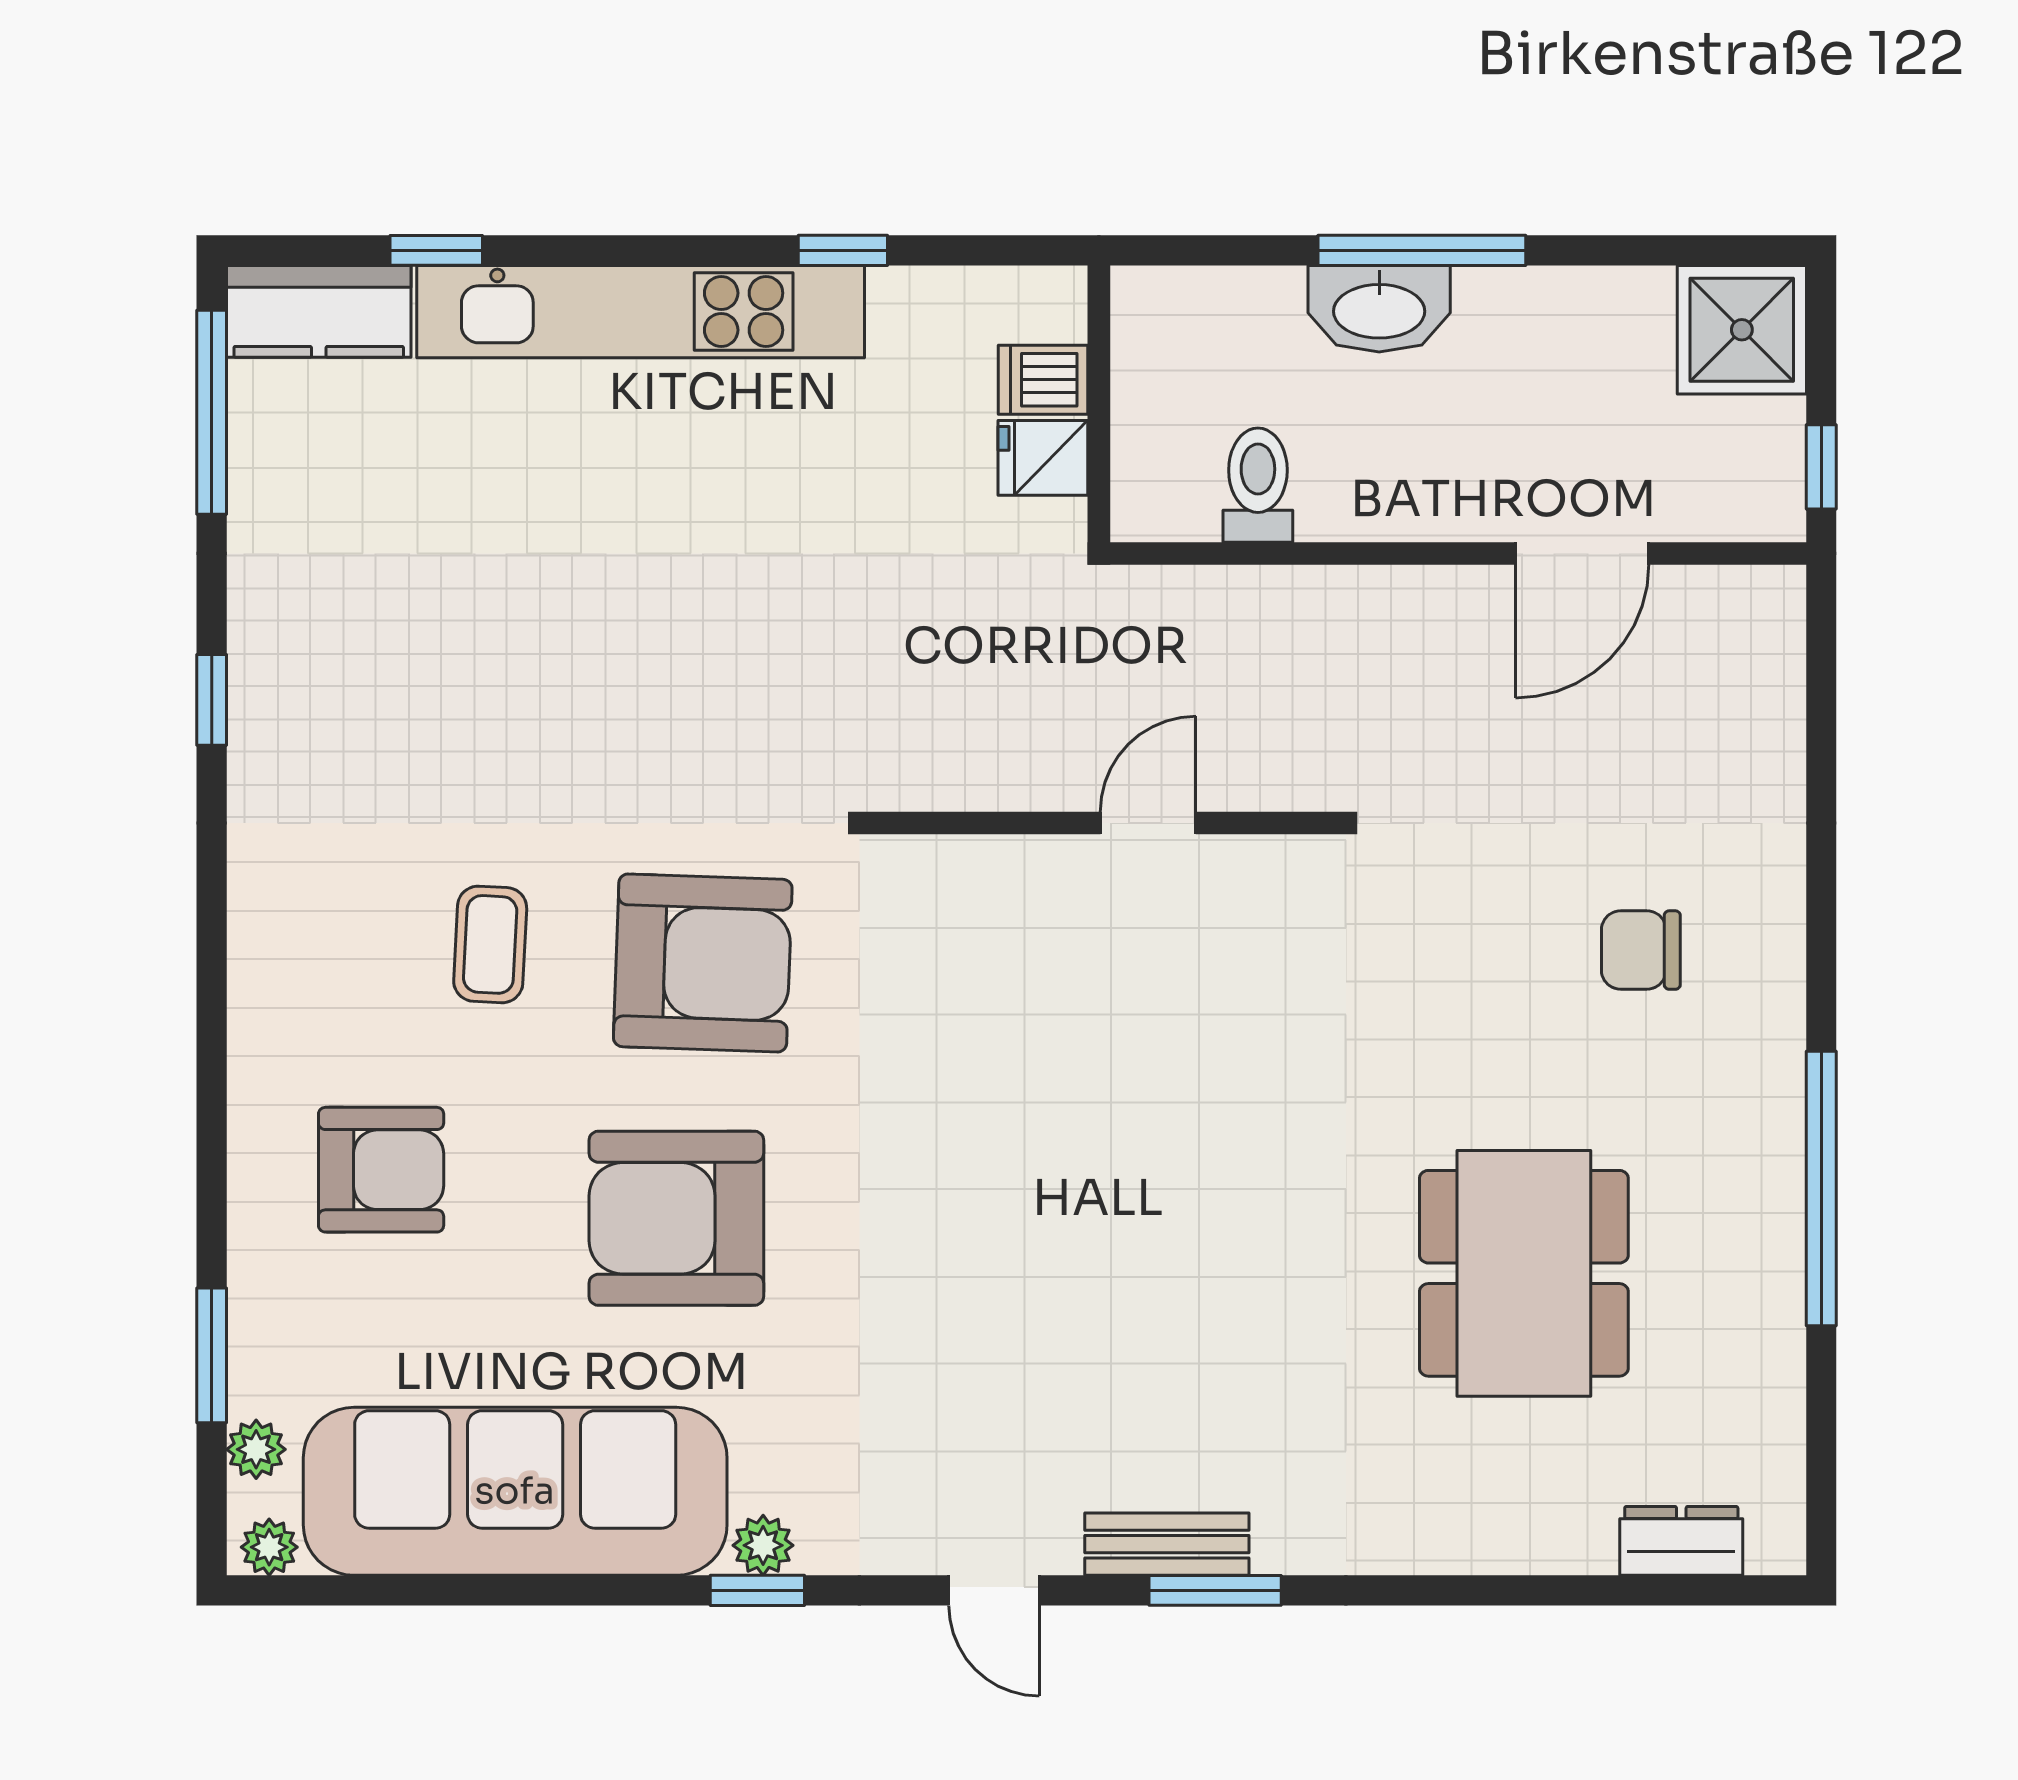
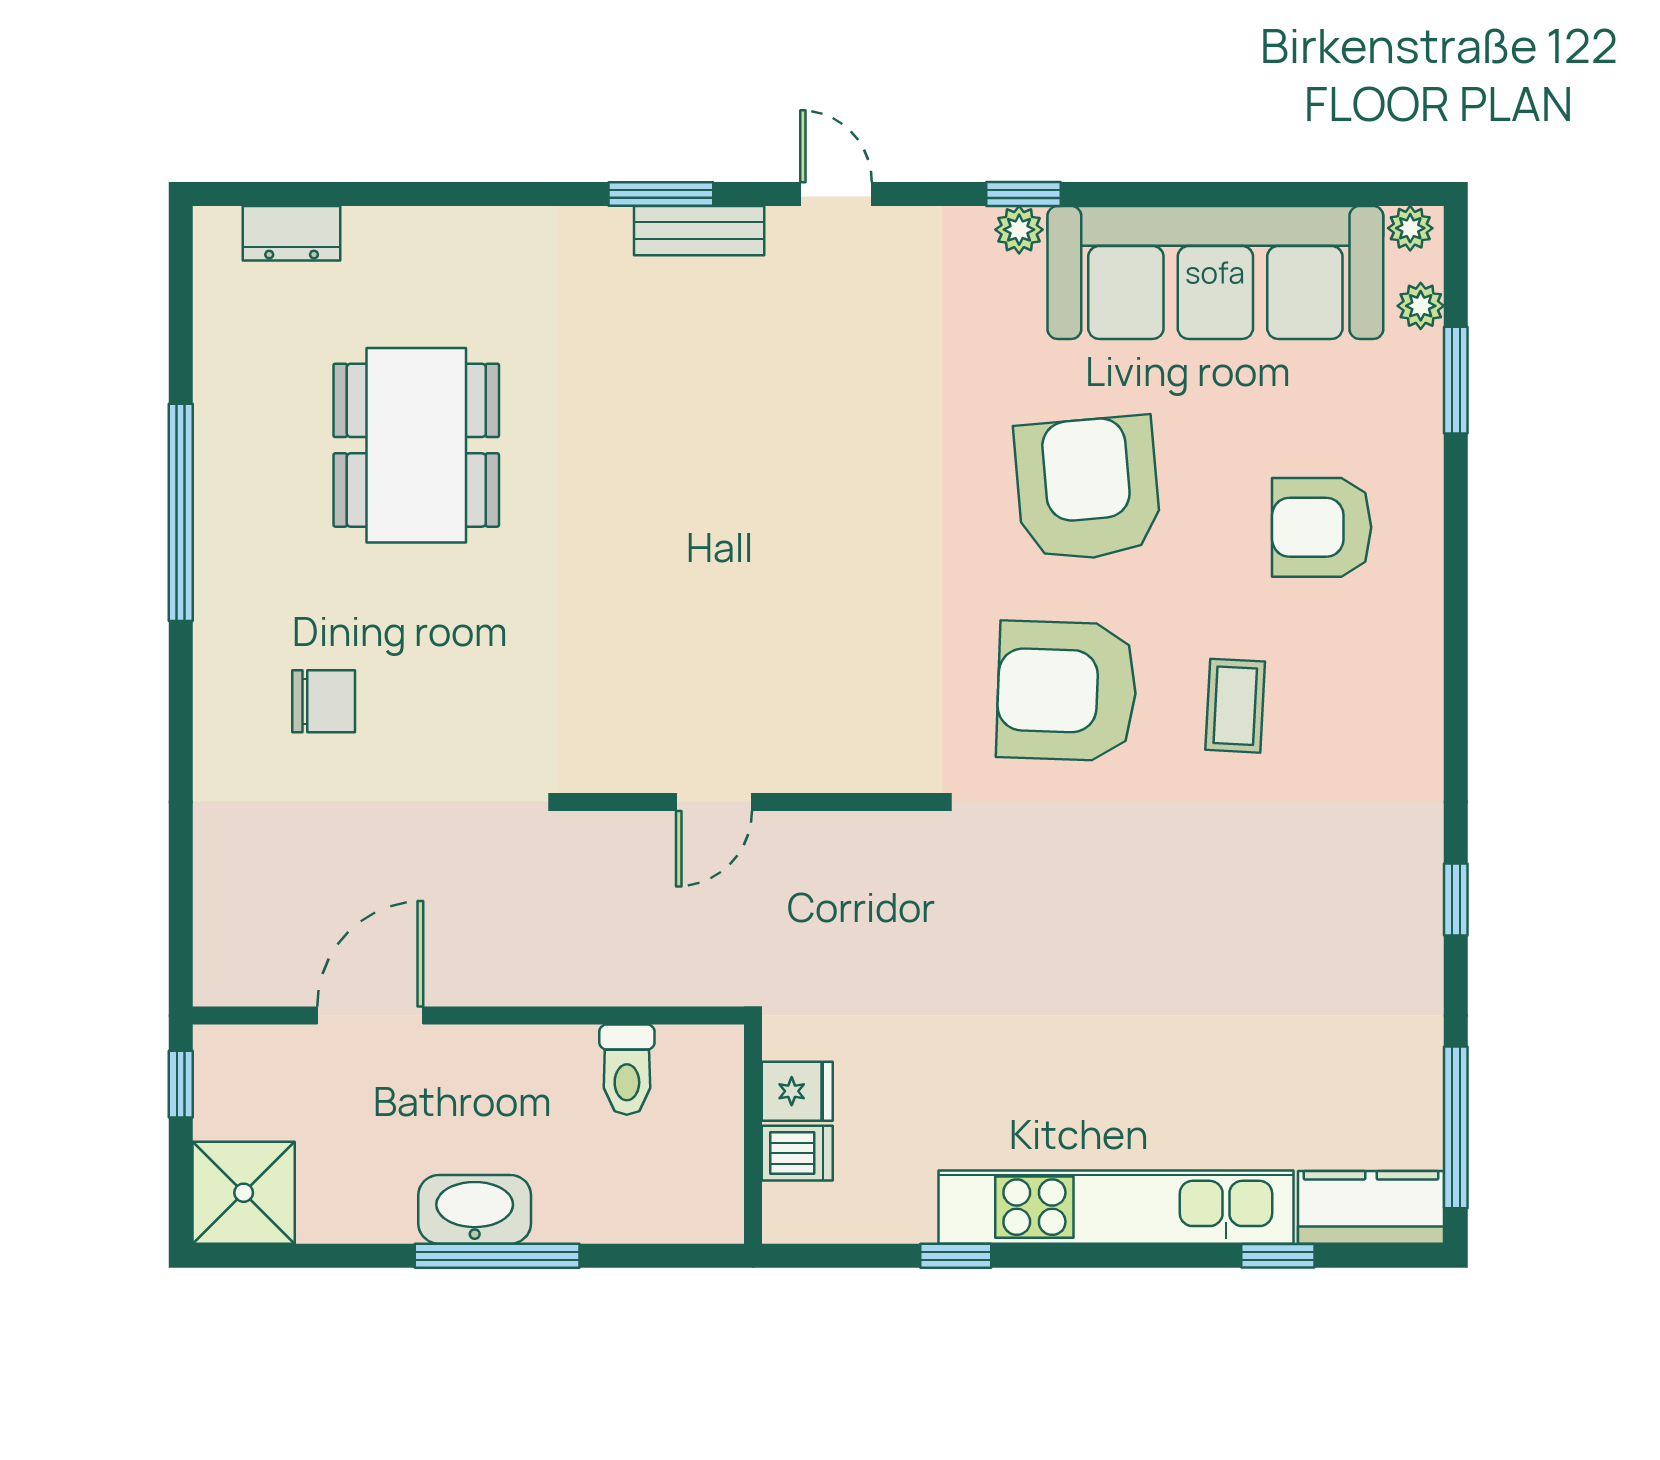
washbasin: (1379, 309) -> (475, 1209), moved
armchair: (676, 1218) -> (1088, 489), turned -95

